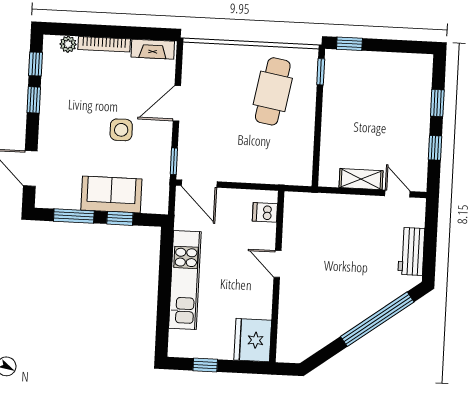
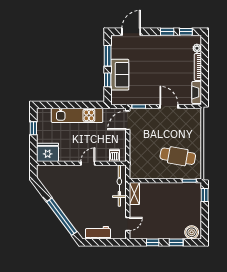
boiler: (420, 72) -> (192, 232), added
side table: (121, 130) -> (154, 78), removed
shelving: (361, 179) -> (134, 194), moved
bicycle: (323, 206) -> (119, 186), added

